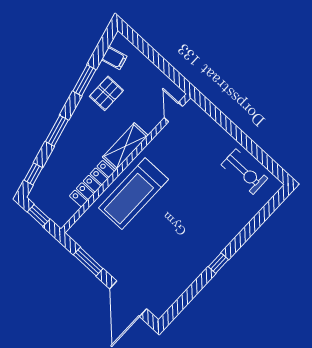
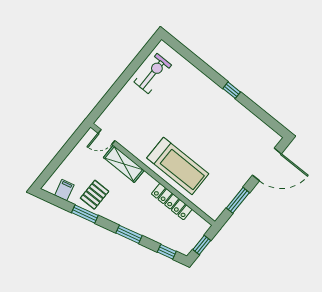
pallet: (106, 93) -> (95, 195), turned 90
shelving: (125, 146) -> (124, 164), moved

